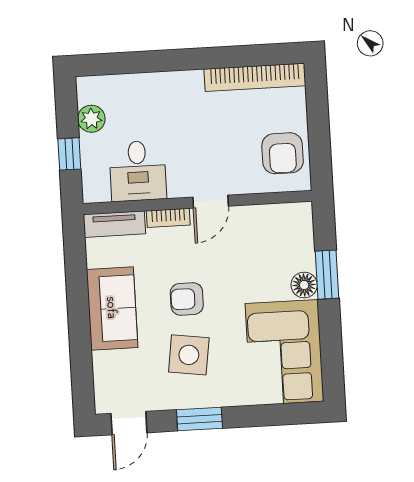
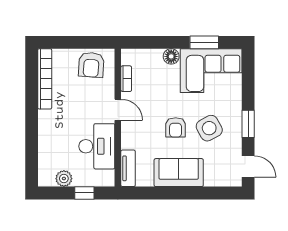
armchair: (283, 153) -> (91, 65), turned 94
desk: (138, 171) -> (97, 146), width x1.37
bookcase: (168, 218) -> (126, 79), moved
window: (327, 275) -> (204, 42), moved
side table: (189, 355) -> (209, 128), turned -37

